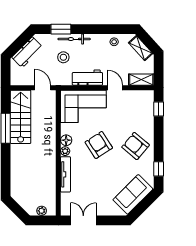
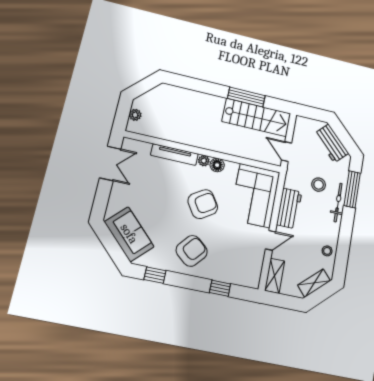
window: (61, 29) -> (352, 189), width x1.44
door: (43, 88) -> (287, 152), swing flipped
window: (159, 109) -> (220, 288), moved

